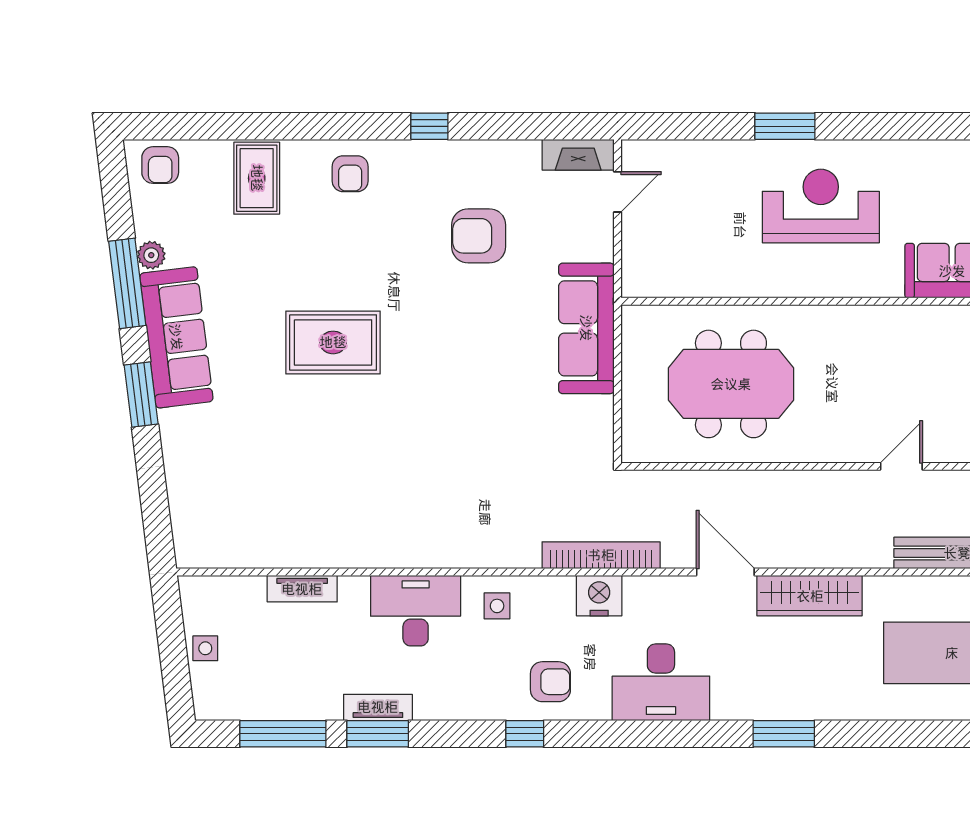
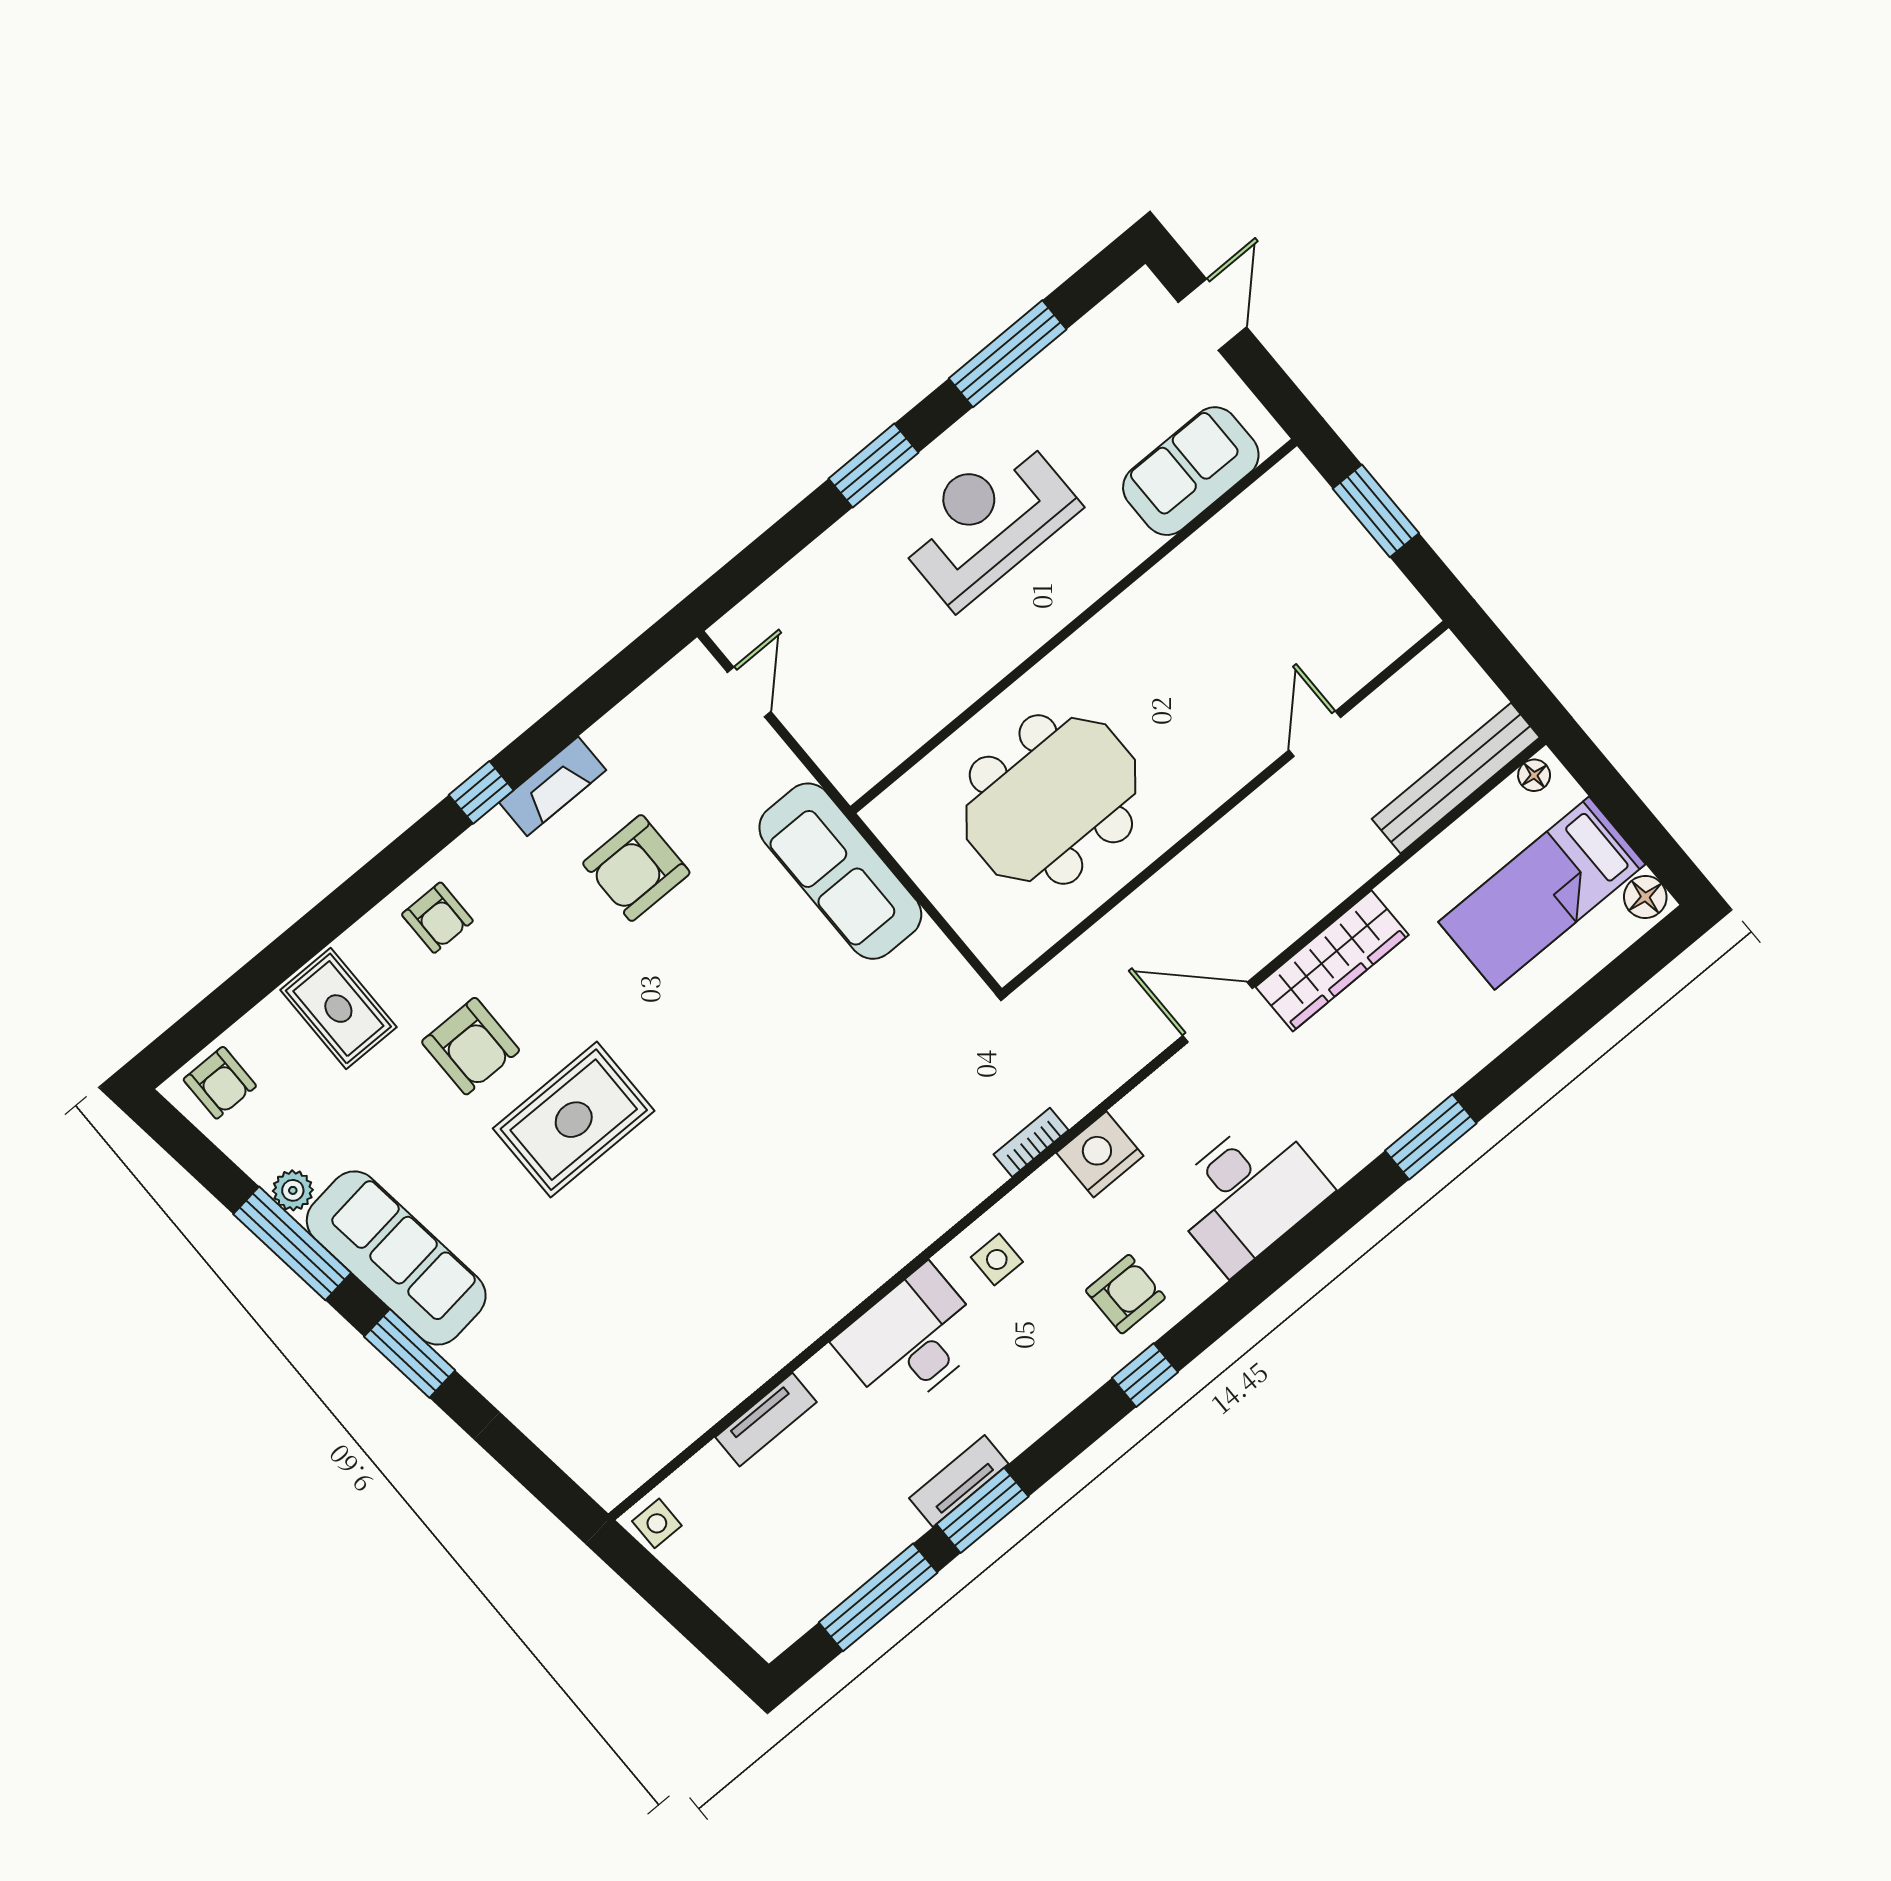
window: (906, 126) -> (1008, 354), added
fireplace: (578, 155) -> (553, 786), moved
armchair: (311, 257) -> (471, 1046), added
bookcase: (601, 555) -> (1031, 1142), width x0.43, depth x0.76
side table: (205, 648) -> (657, 1523), moved

